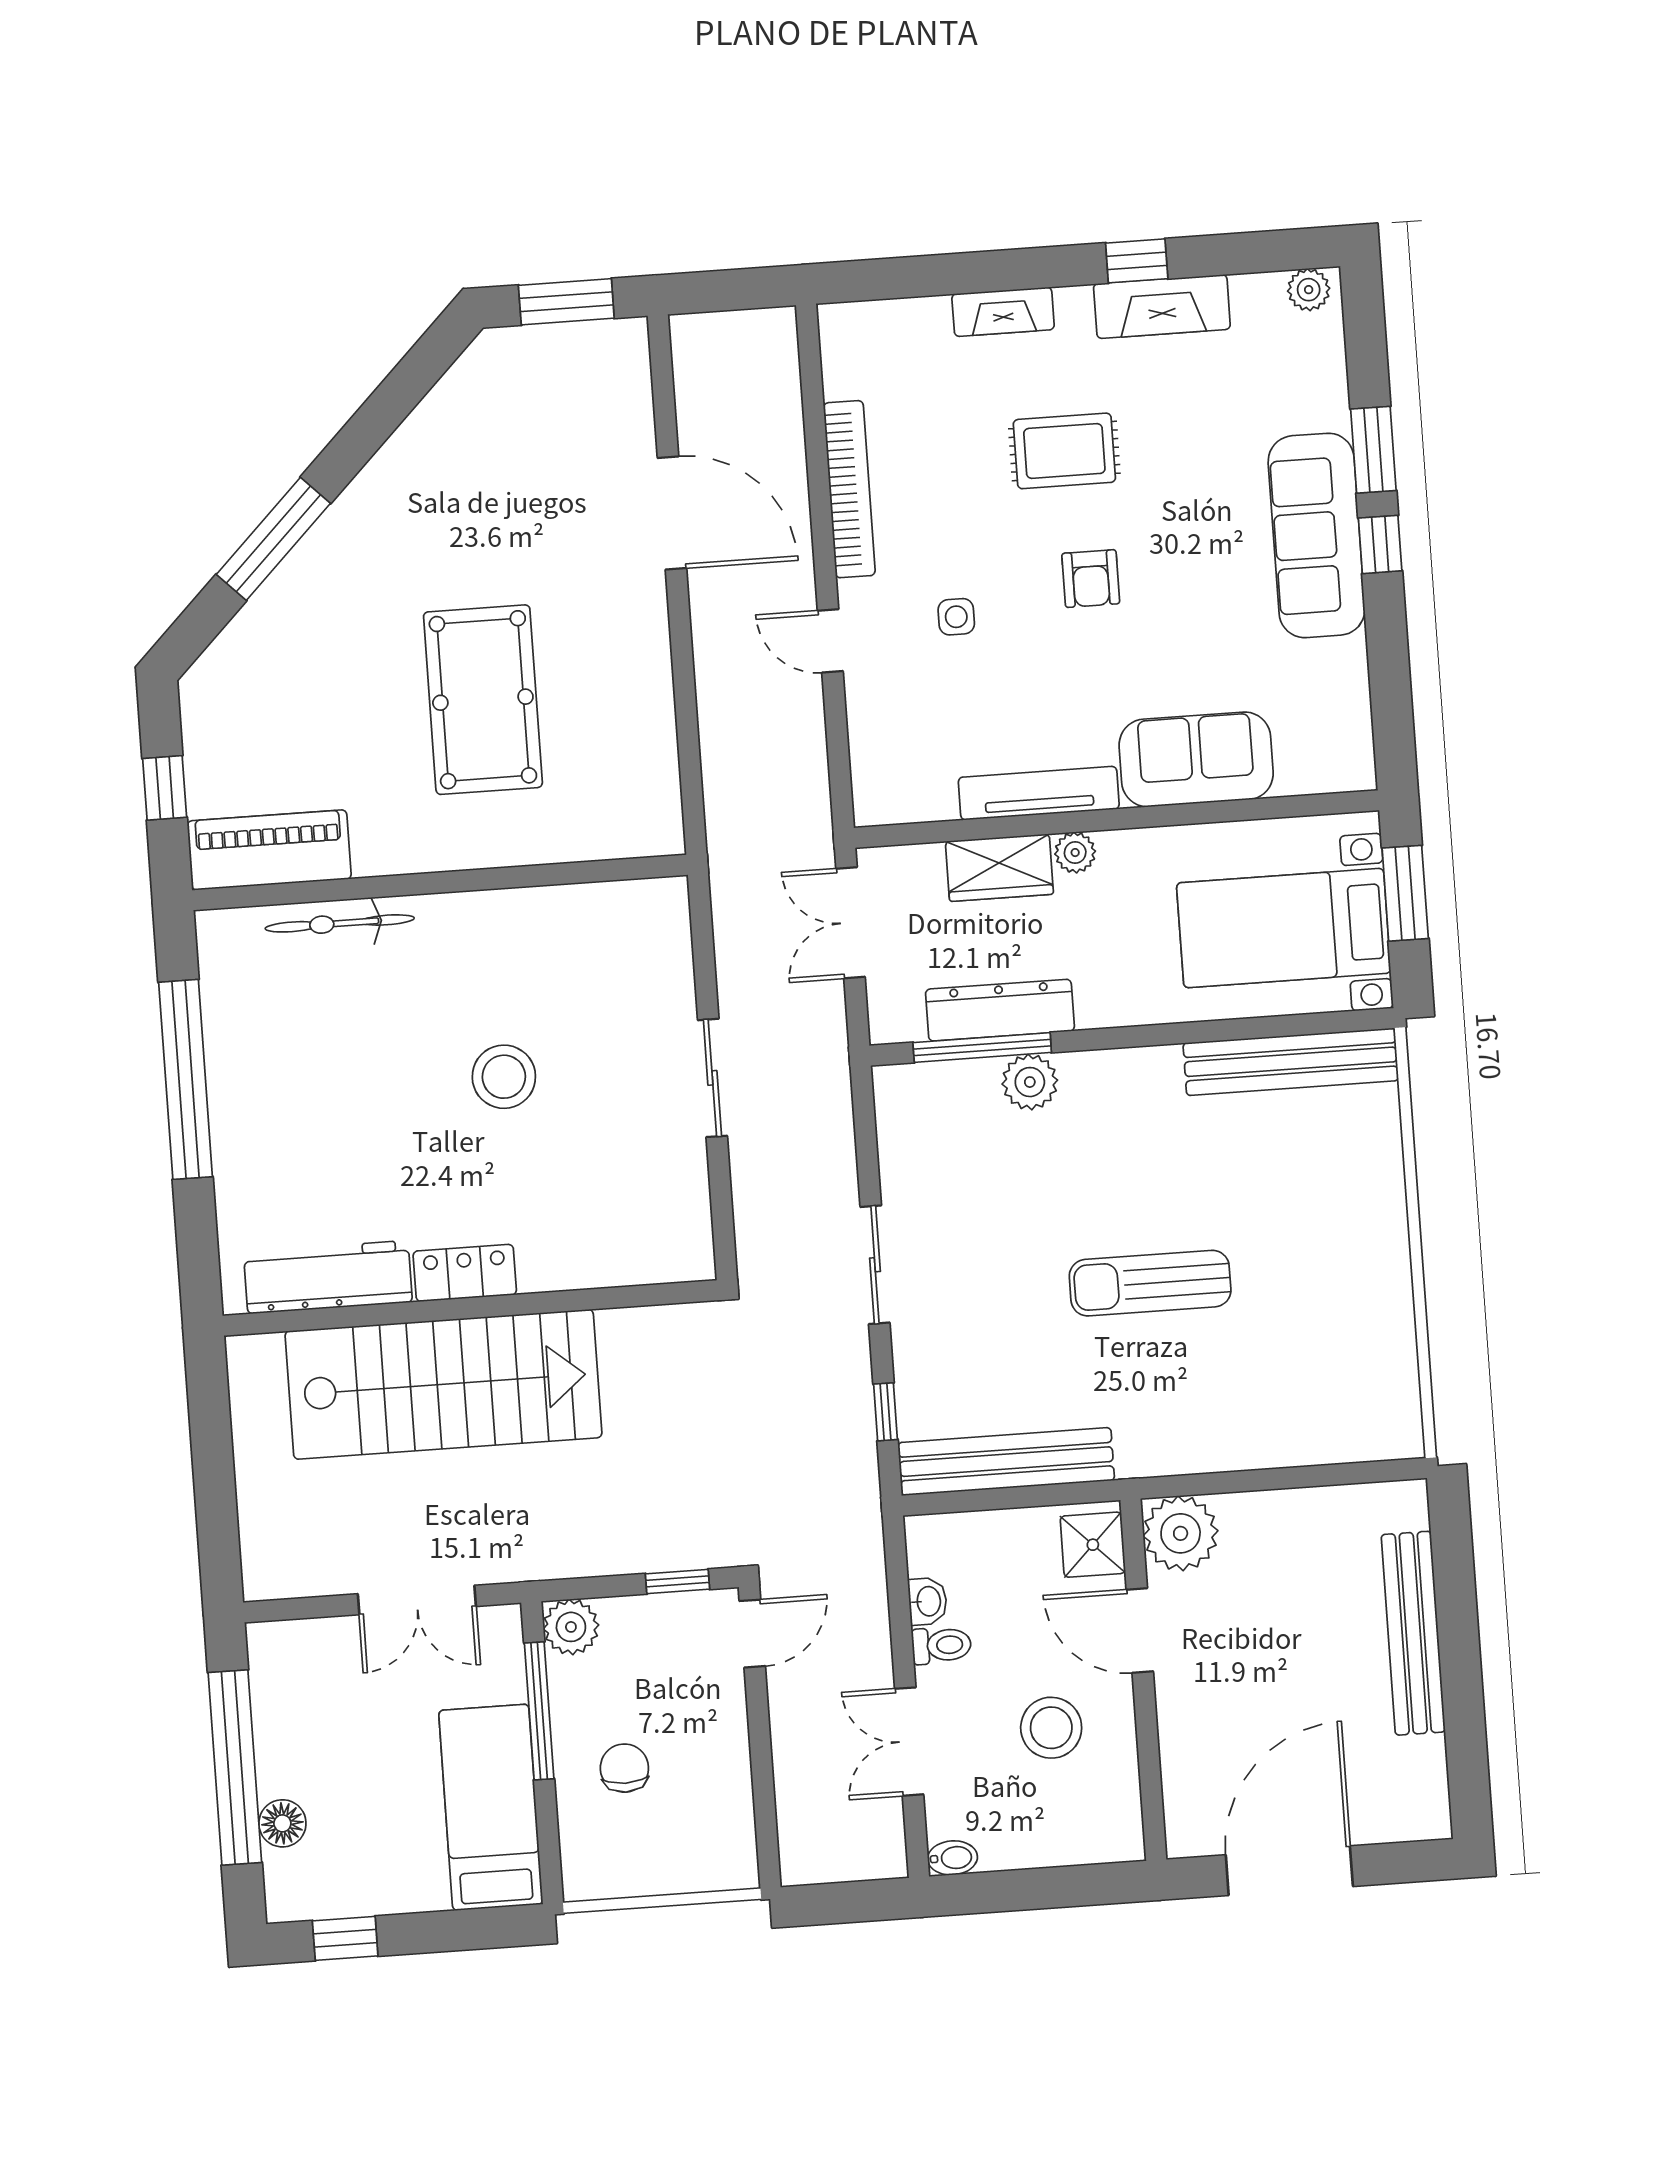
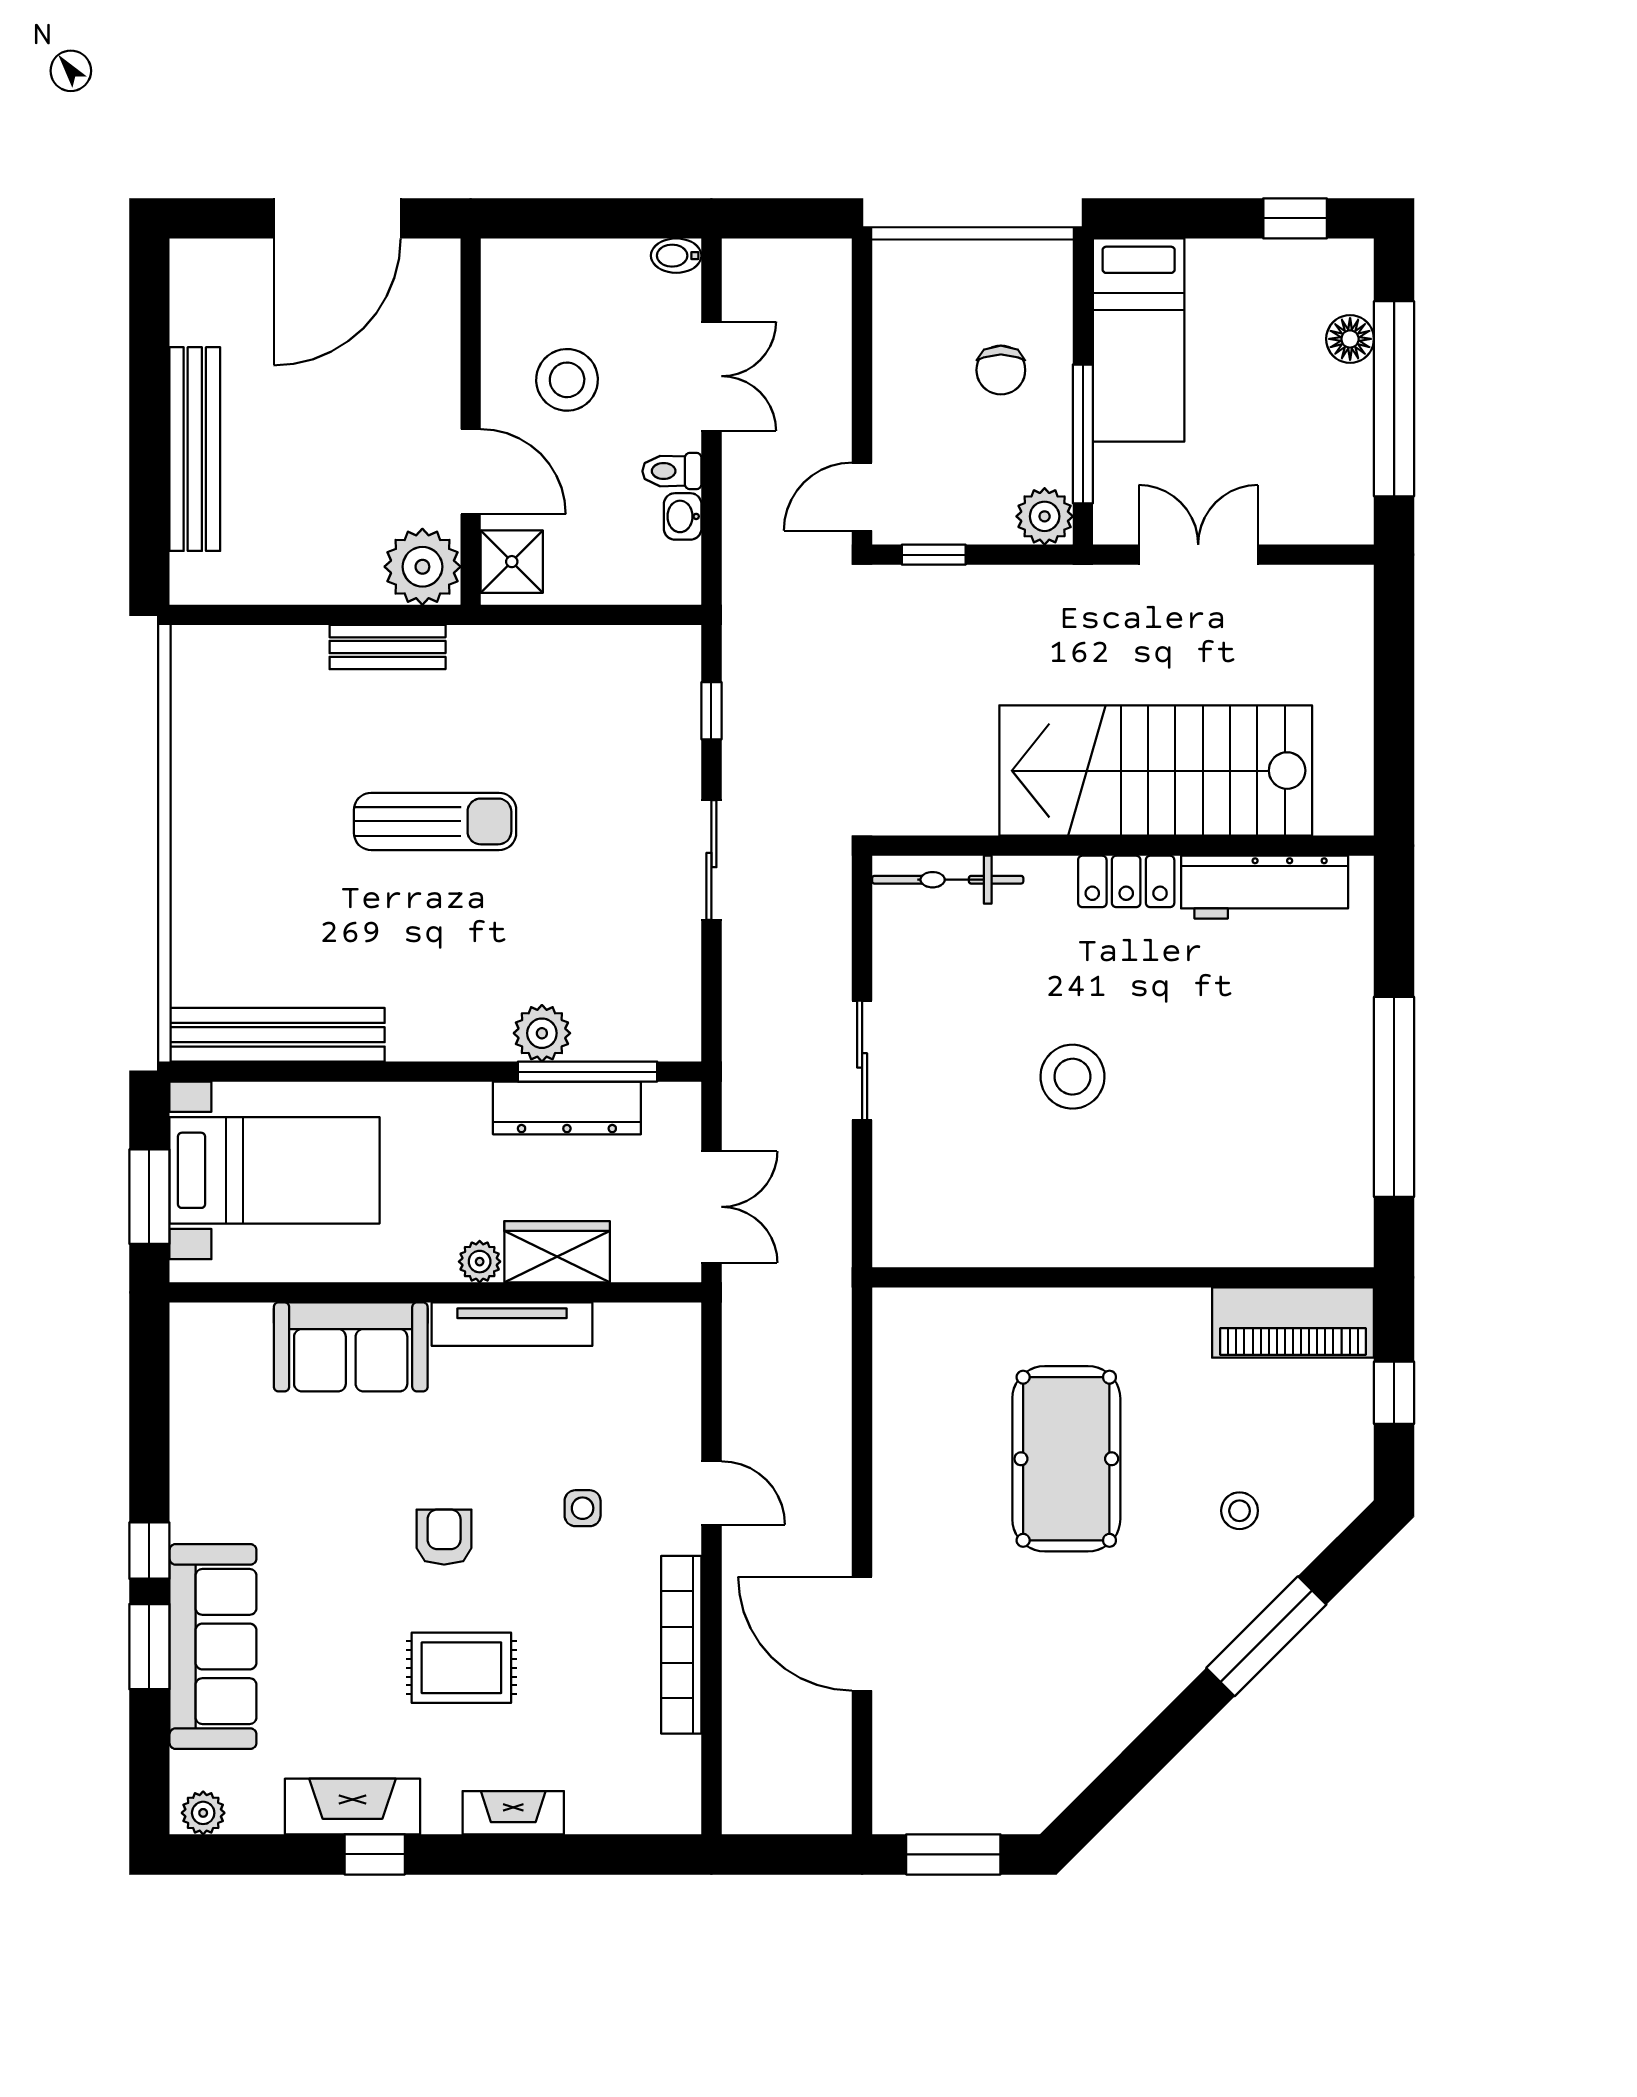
sofa: (1317, 535) -> (213, 1646), moved
stool: (309, 661) -> (1240, 1511), added
bicycle: (340, 923) -> (948, 880), moved, turned 180
bench: (1006, 1462) -> (388, 647), moved, width x0.54, depth x0.82

